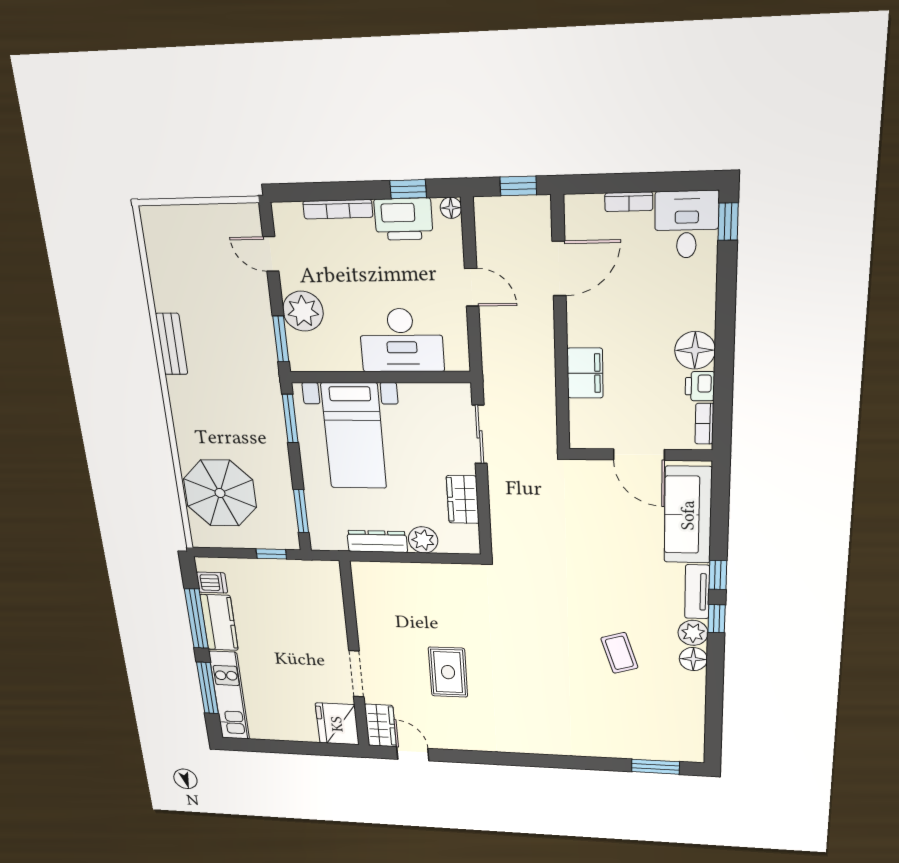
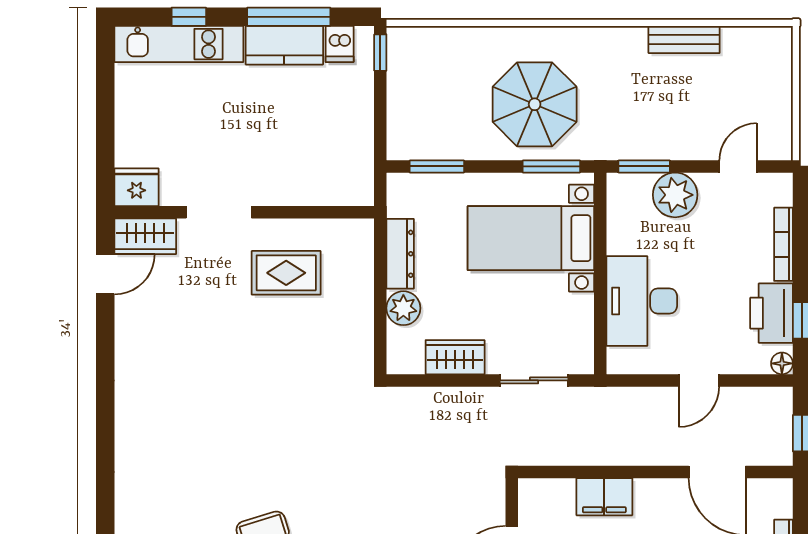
bench: (172, 344) -> (684, 40), moved
parasol: (220, 493) -> (535, 104), moved
window: (271, 554) -> (380, 53), moved
rug: (448, 672) -> (286, 273), moved
window: (208, 688) -> (189, 17), width x0.46
fridge: (337, 724) -> (136, 187), width x0.73, depth x0.75

